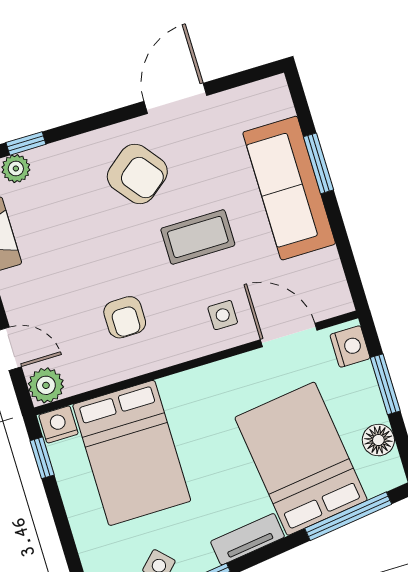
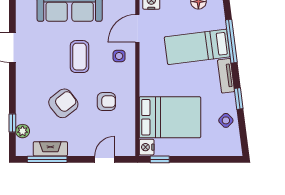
armchair: (137, 174) -> (63, 103), moved
plant: (46, 385) -> (127, 147), removed
bed: (301, 459) -> (197, 47), width x0.67
window: (348, 516) -> (231, 41), moved

